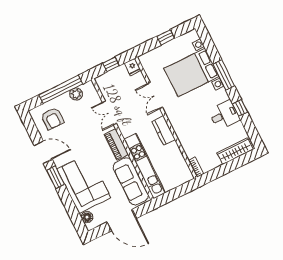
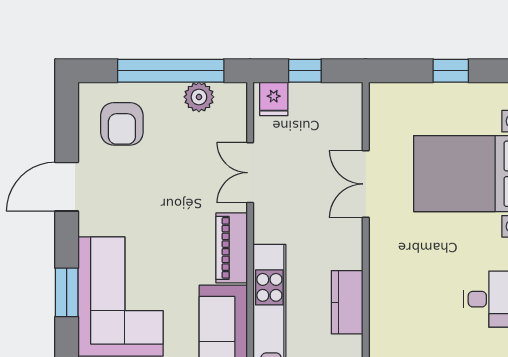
fridge: (133, 67) -> (274, 99), moved
kitchen counter: (164, 131) -> (347, 302), moved
door: (43, 152) -> (67, 187), swing flipped
window: (56, 177) -> (67, 292), moved

